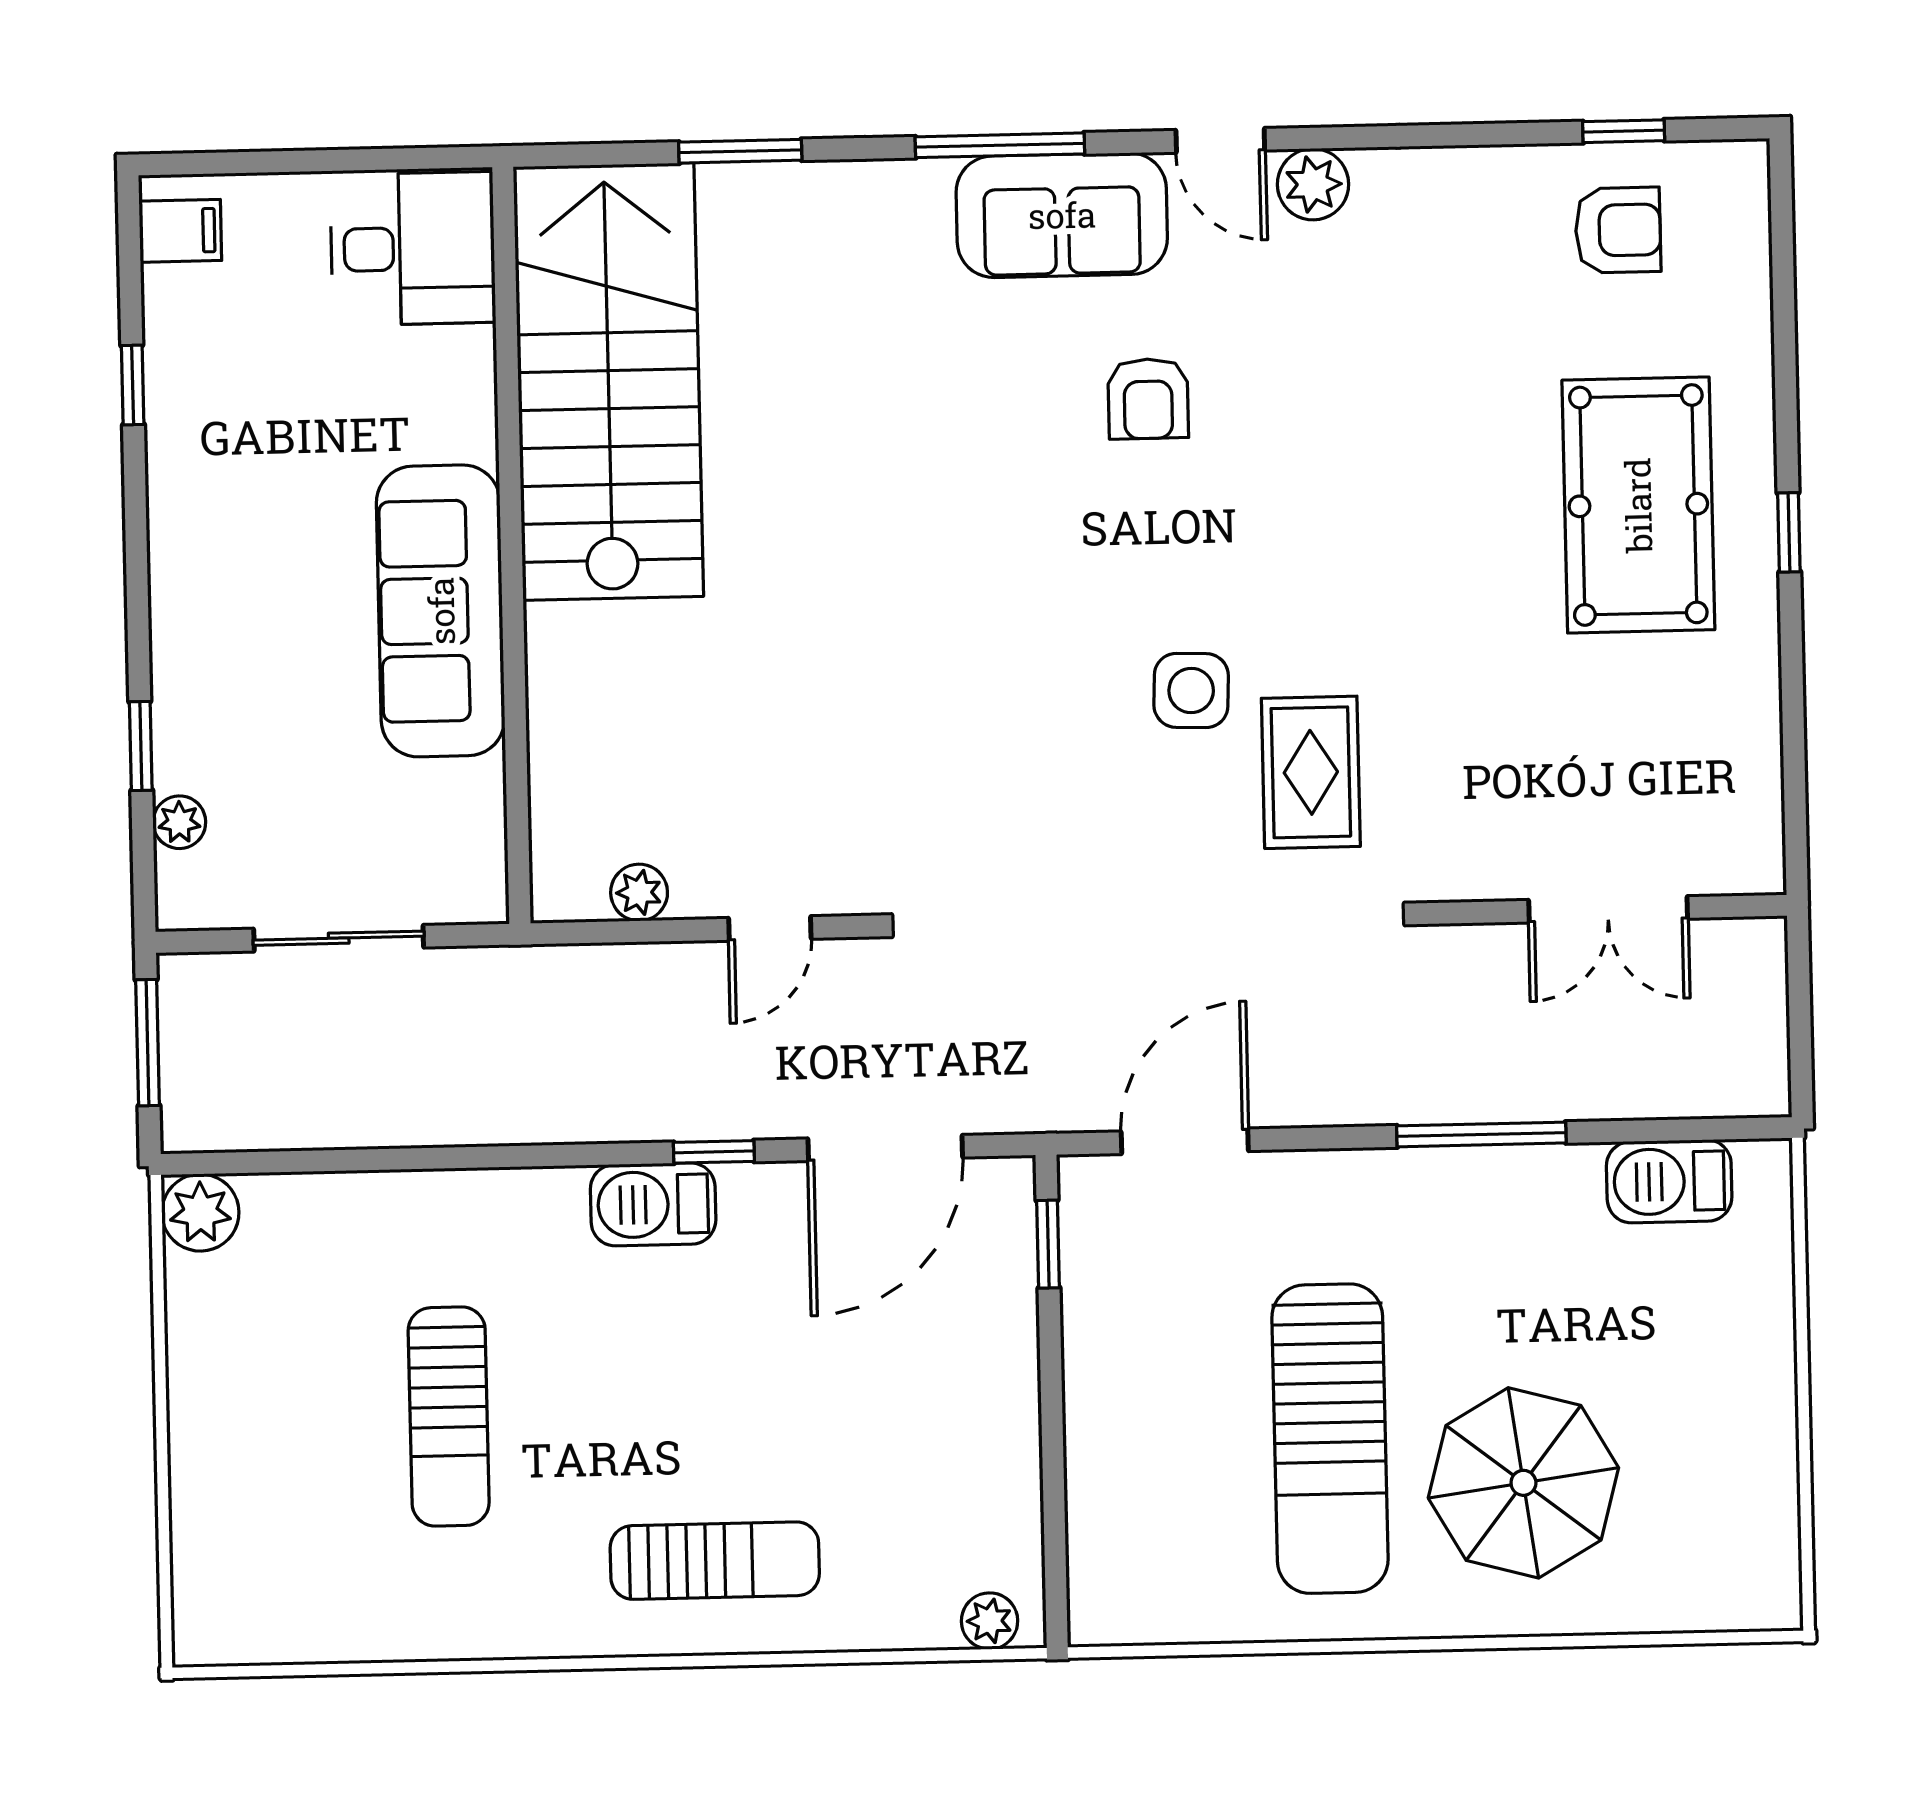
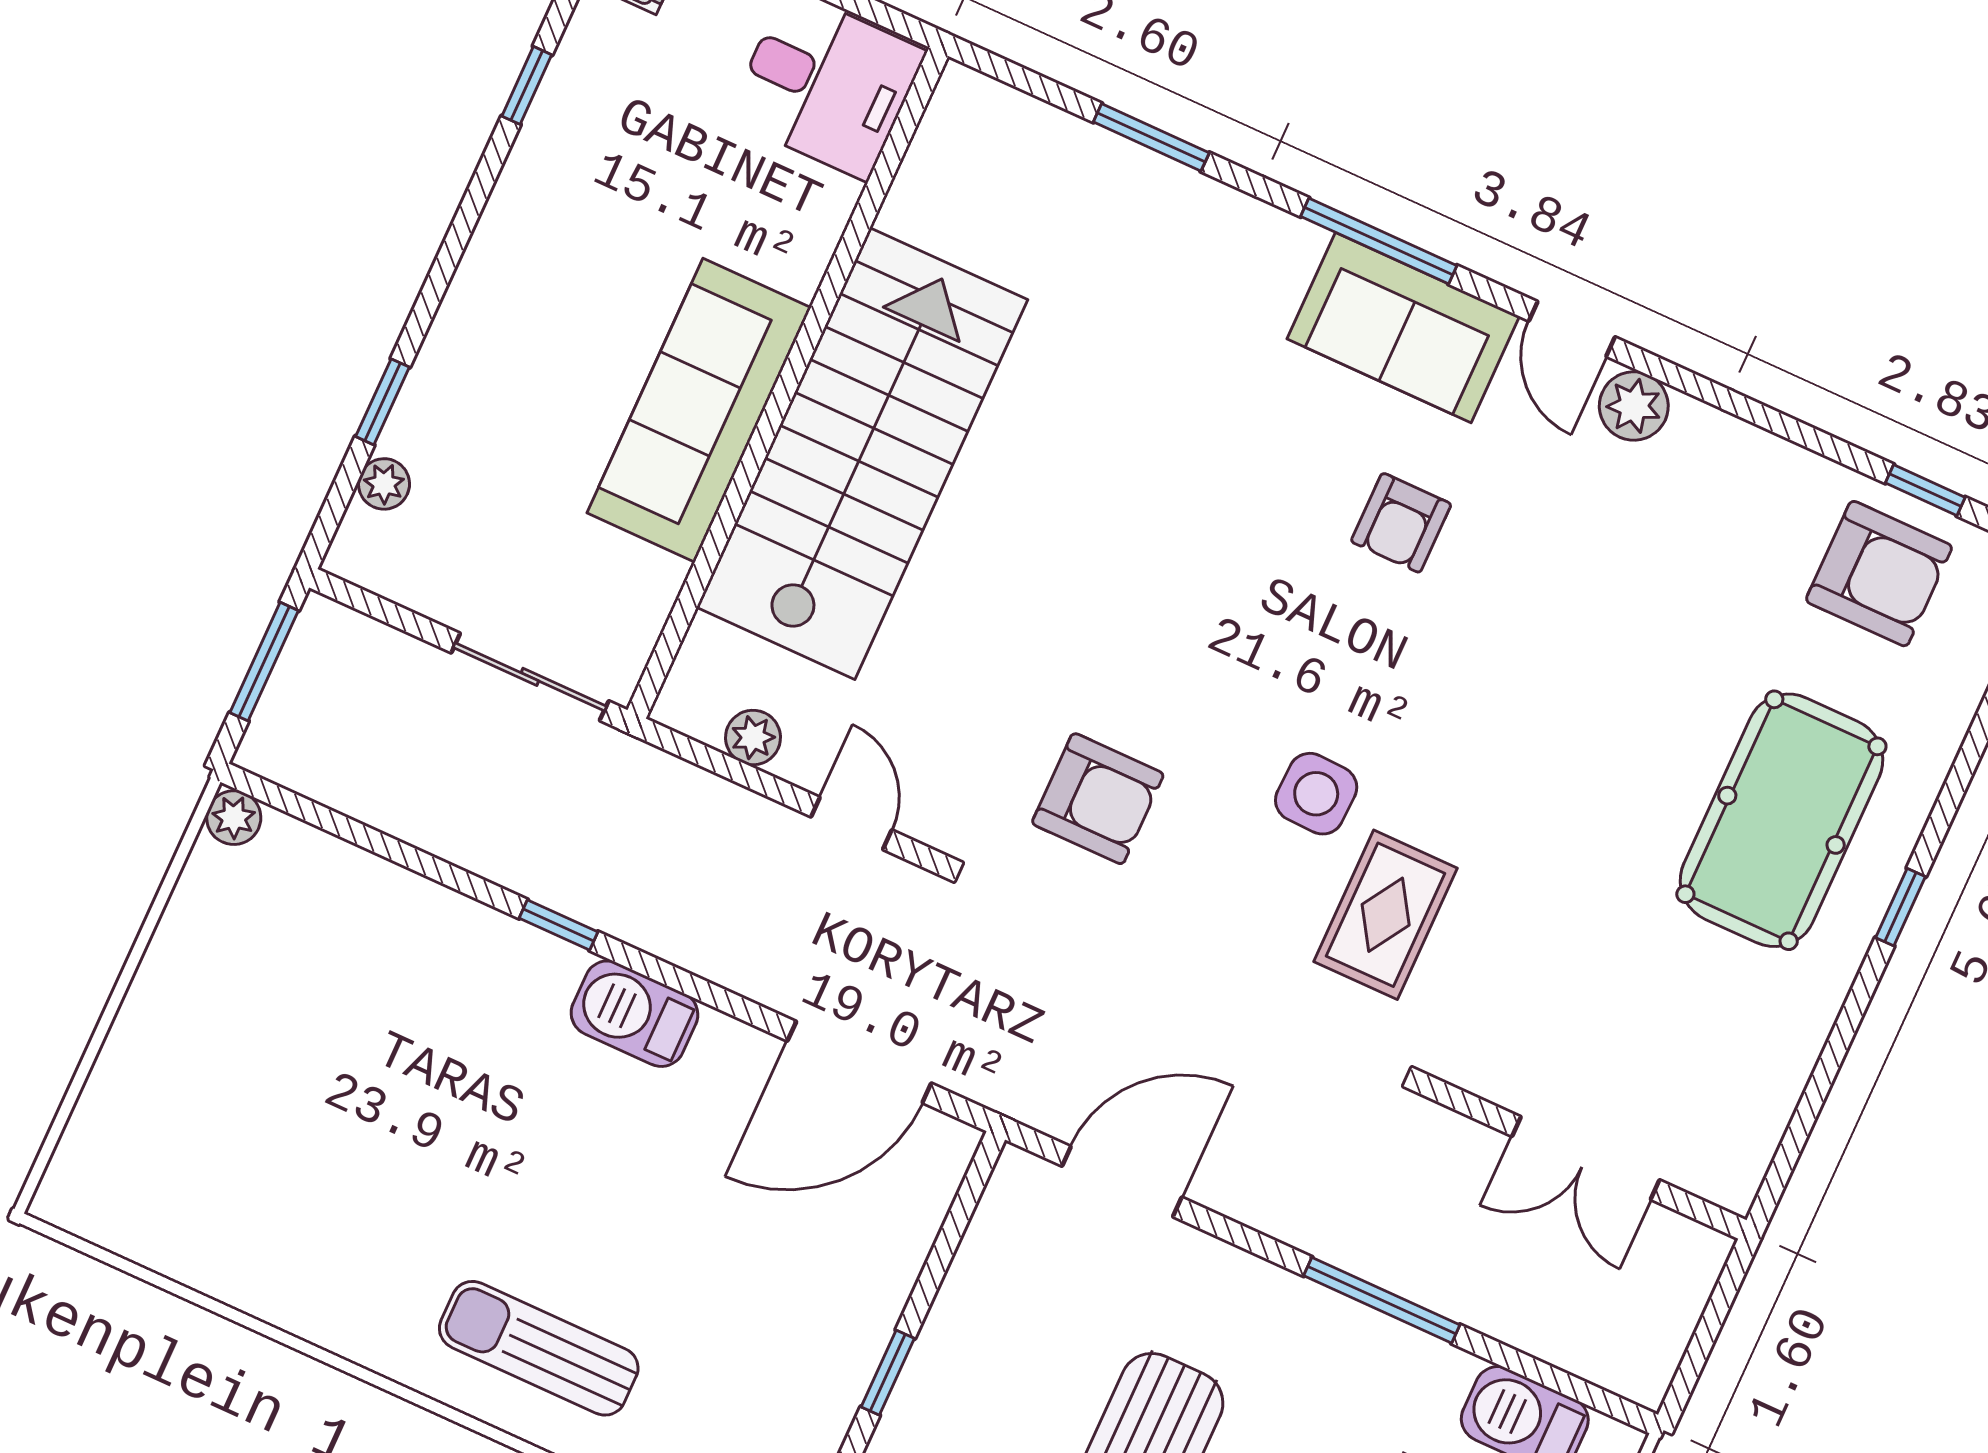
armchair: (1618, 230) -> (1879, 574), width x1.38, depth x1.38
stairs: (608, 382) -> (862, 454), moved
armchair: (989, 794) -> (1098, 799), added
door: (770, 928) -> (851, 823), swing flipped
sliding door: (339, 938) -> (530, 677), moved
window: (714, 1152) -> (559, 925), moved
plant: (200, 1213) -> (234, 818), width x0.73, depth x0.73
window: (1048, 1244) -> (888, 1373), moved
sun lounger: (449, 1417) -> (368, 1112), removed
sun lounger: (715, 1561) -> (539, 1348), turned 180

